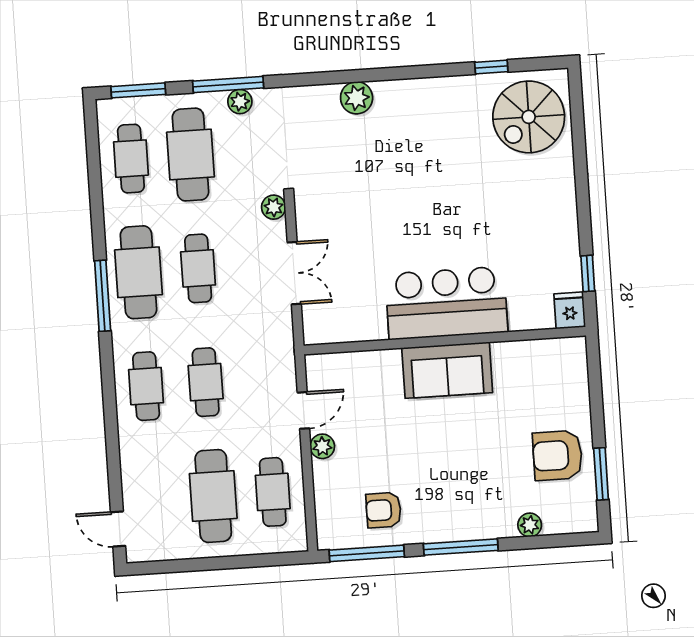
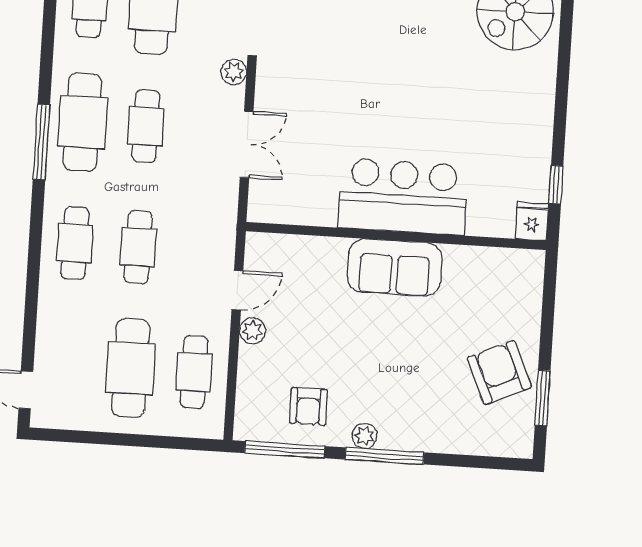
armchair: (557, 455) -> (499, 372), turned 66
armchair: (384, 510) -> (308, 406), turned -90
plant: (530, 525) -> (365, 436), moved

